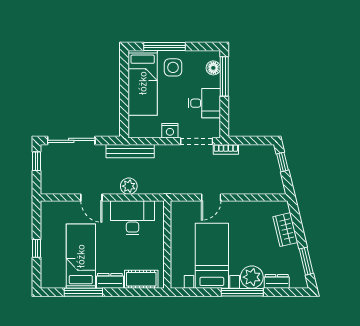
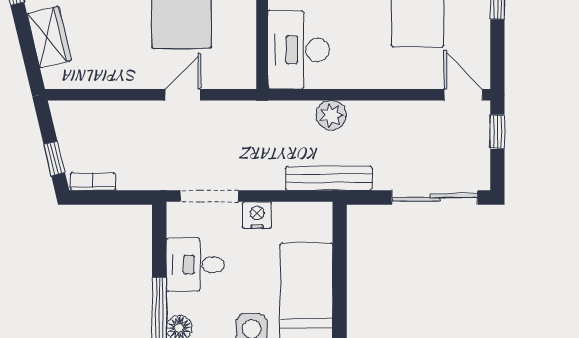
bookcase: (226, 149) -> (93, 182), moved
window: (36, 161) -> (497, 132), moved
door: (91, 198) -> (463, 95), moved
desk: (133, 218) -> (299, 50), moved, turned 90

